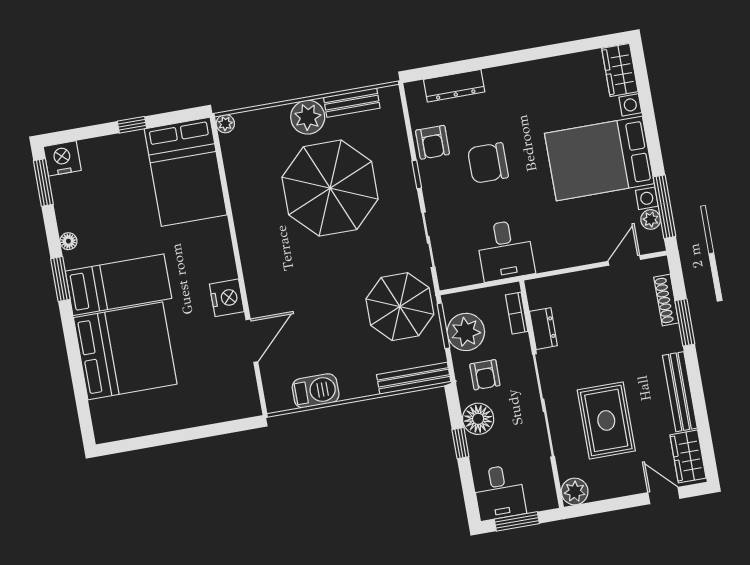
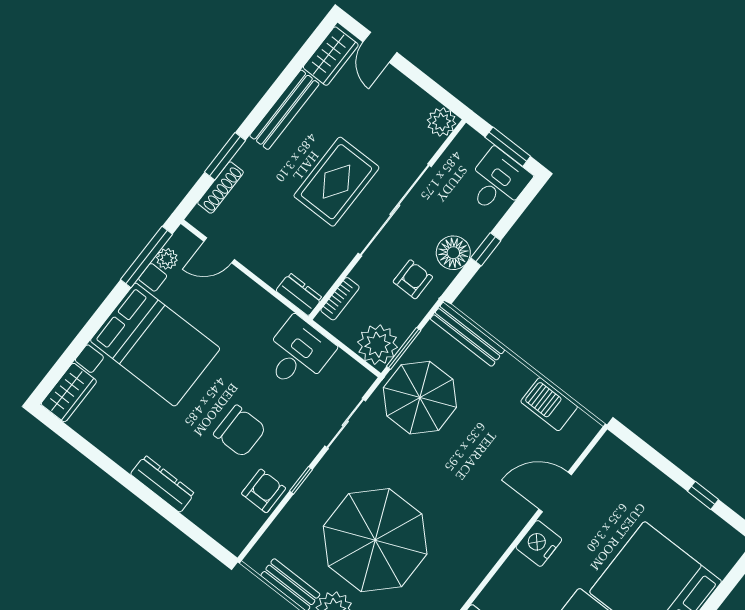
dresser: (454, 86) -> (163, 484), moved
dresser: (543, 329) -> (299, 294), moved, turned 90
plant: (466, 332) -> (378, 345), moved
rug: (606, 420) -> (336, 182), moved
window: (158, 440) -> (703, 495), added

